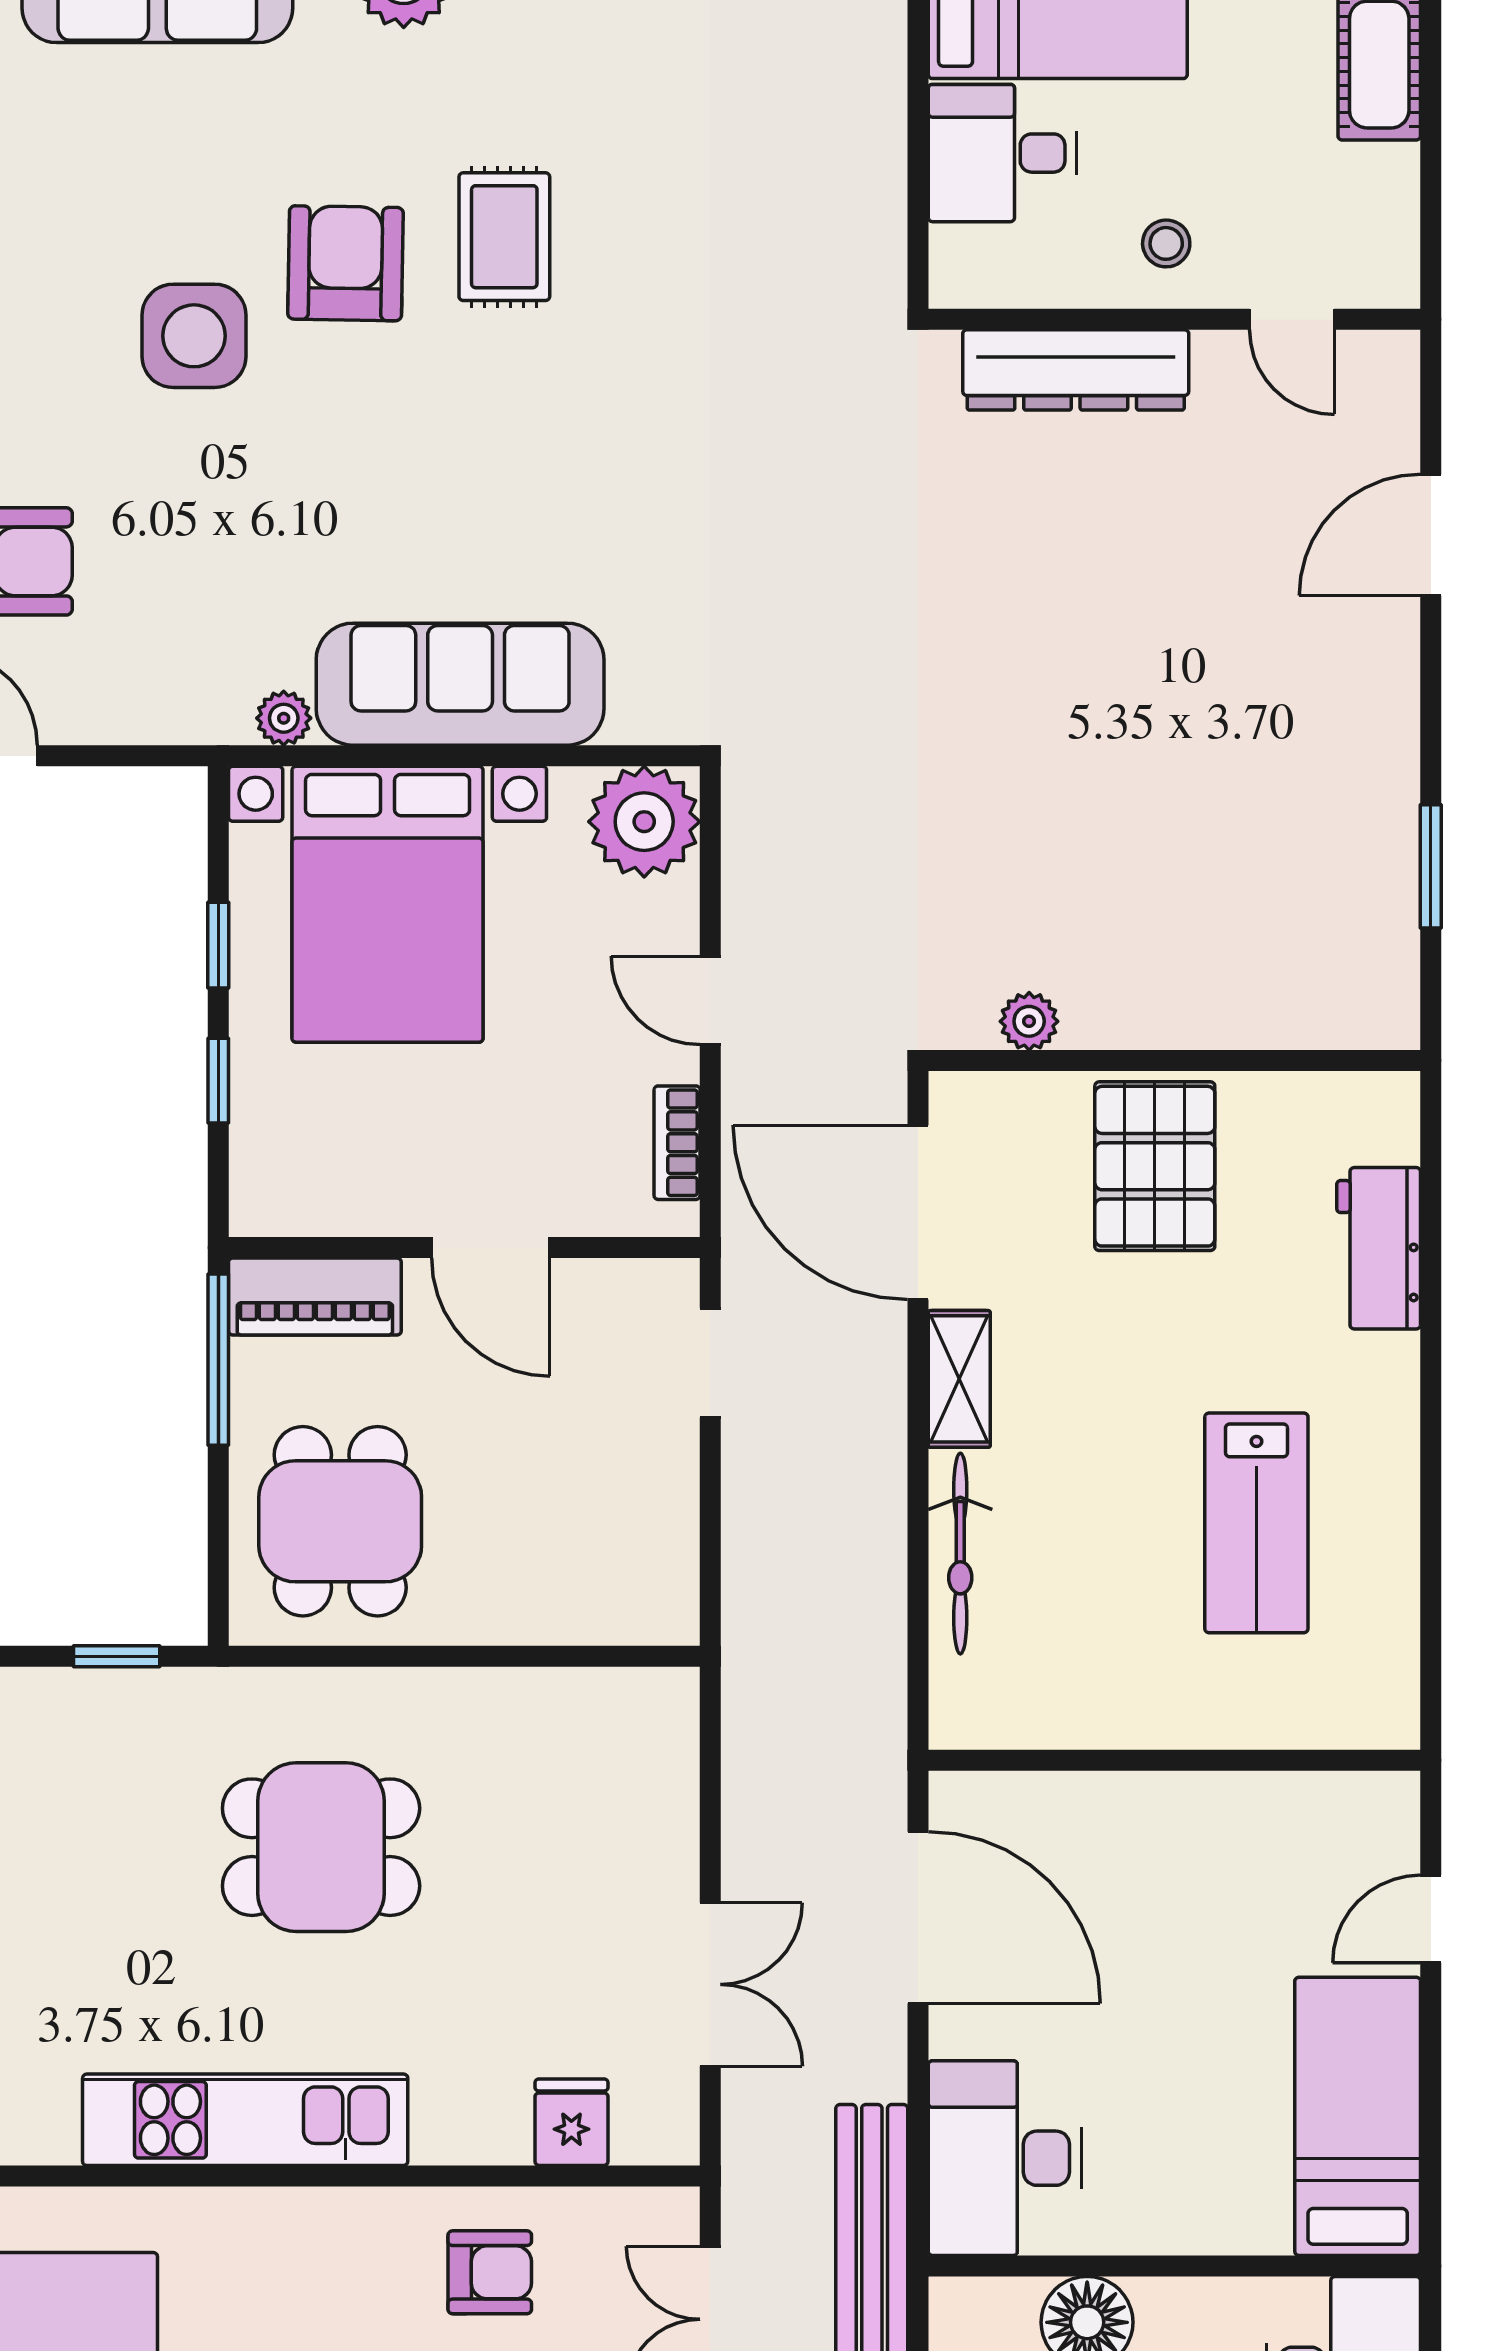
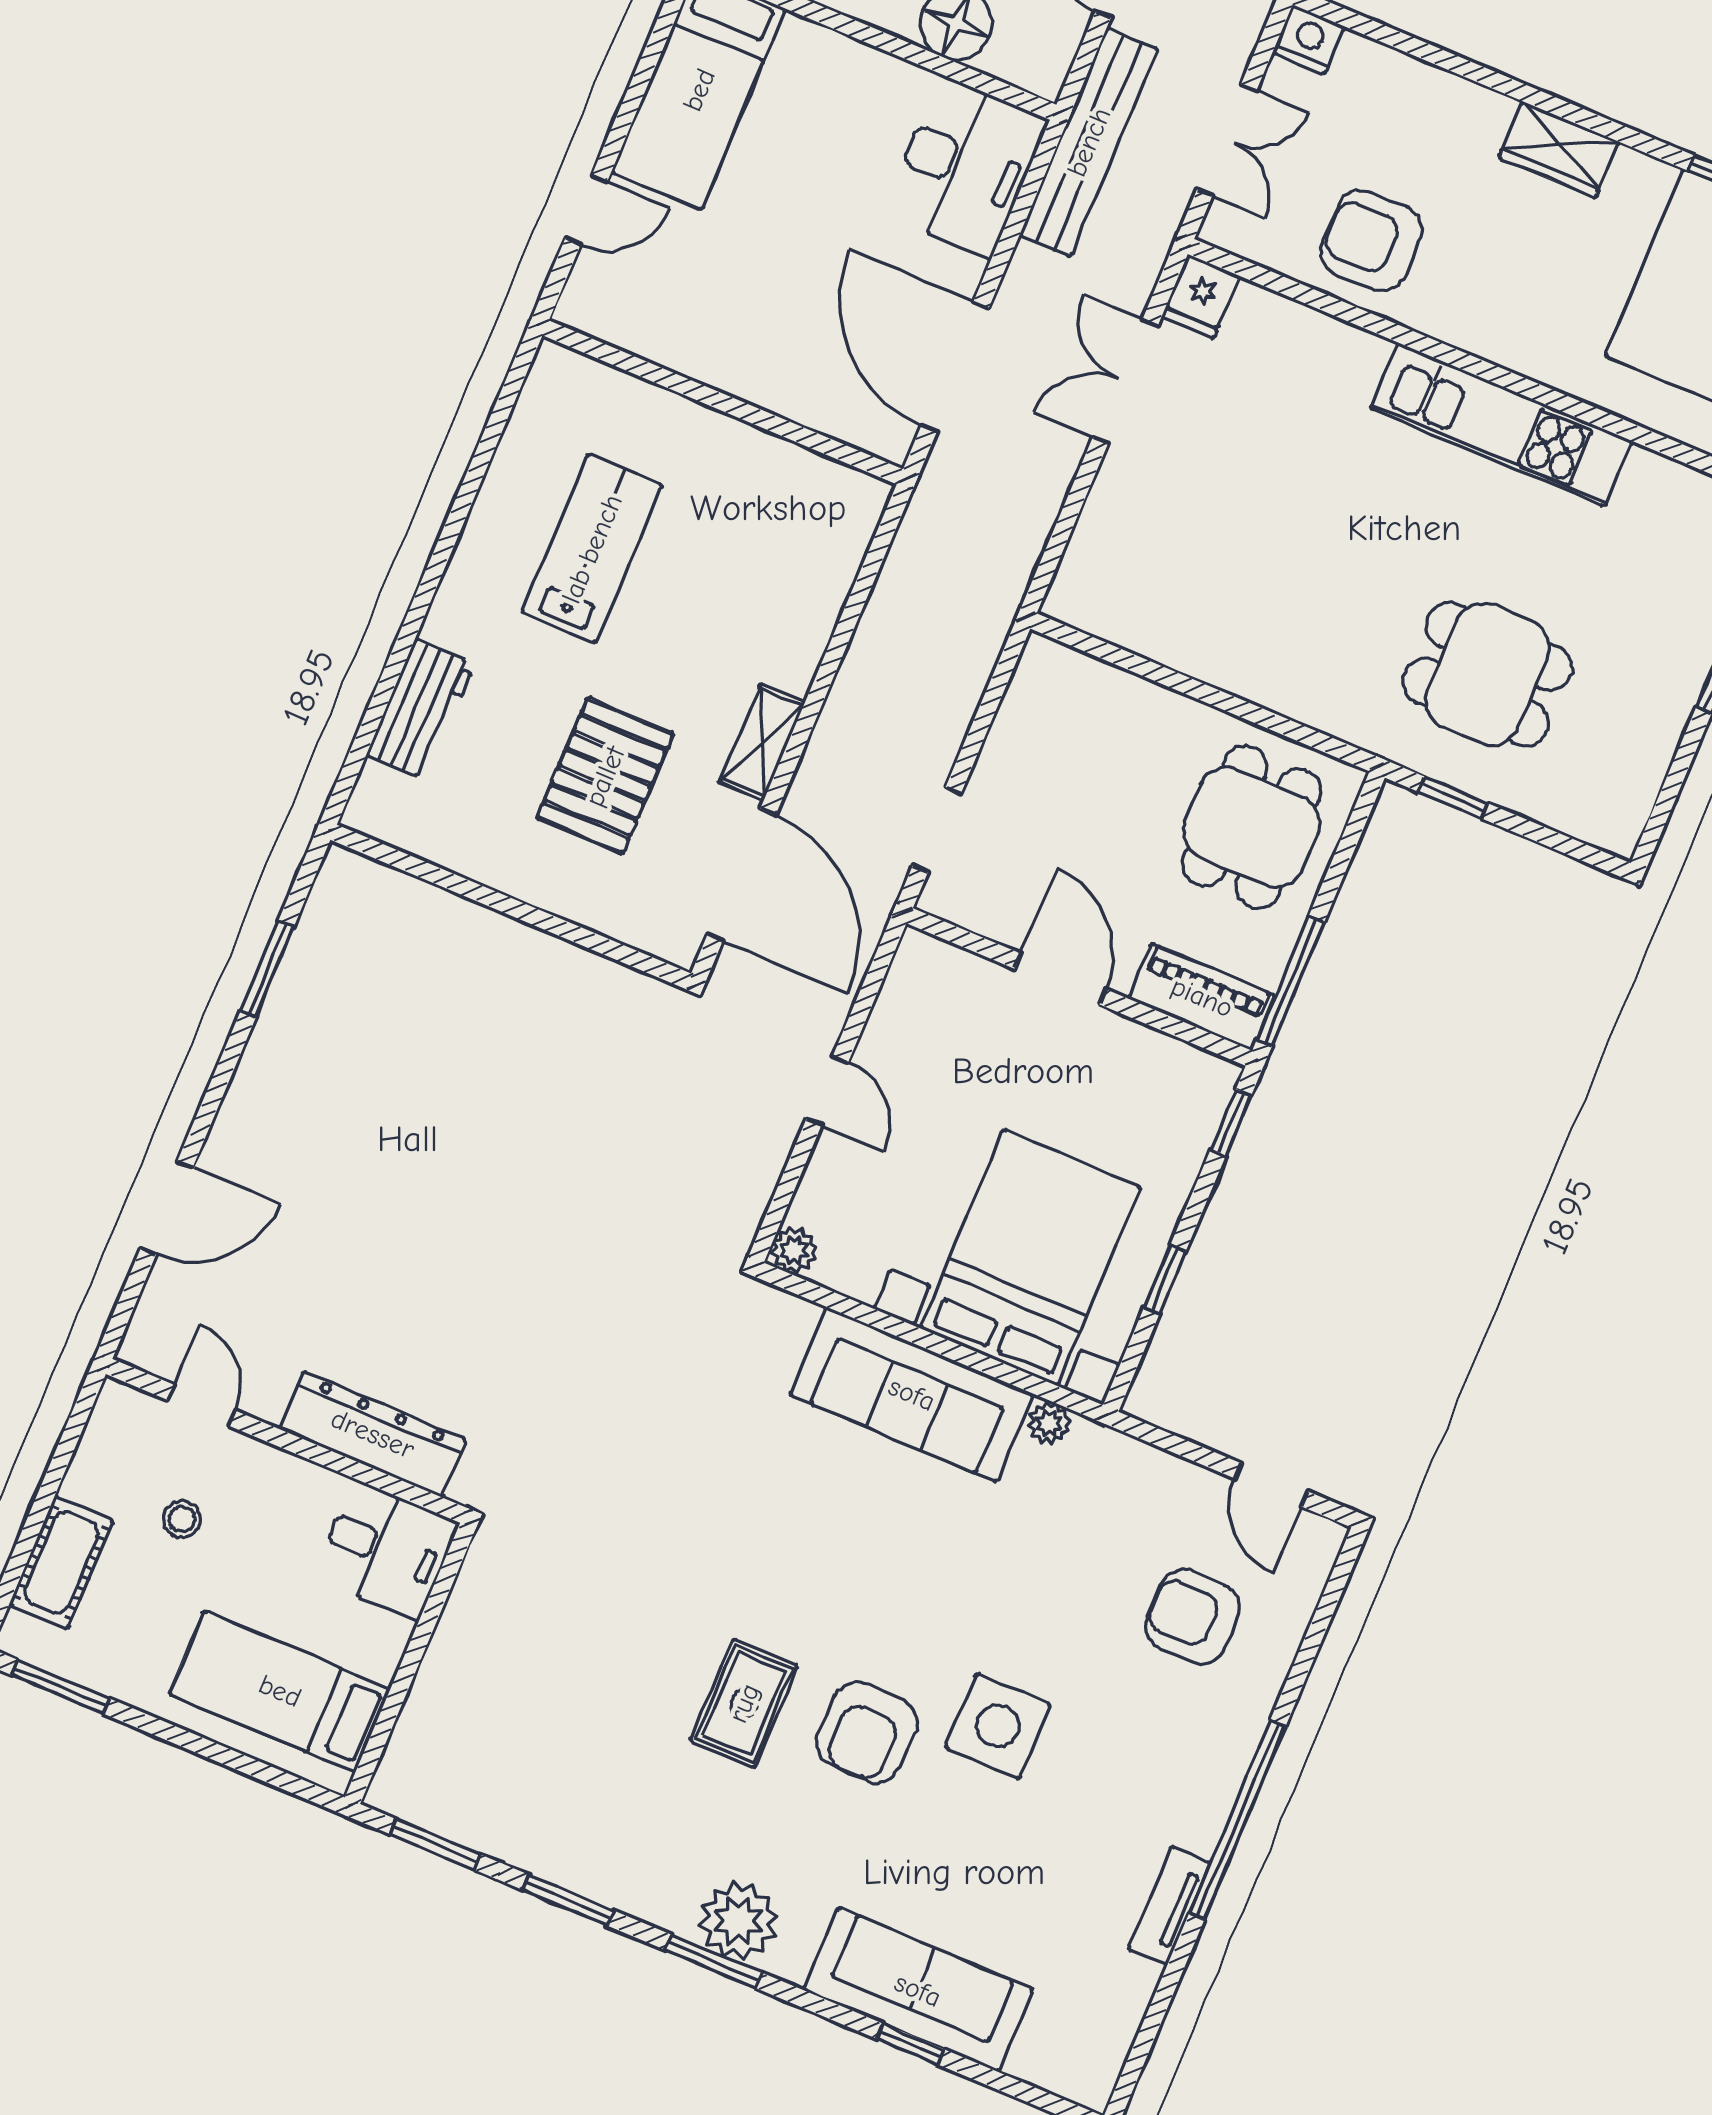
desk: (1003, 153) -> (386, 1550), moved
stool: (1166, 243) -> (182, 1519), moved
plant: (644, 822) -> (794, 1250), width x0.53, depth x0.53
plant: (1029, 1021) -> (604, 979), removed
window: (218, 1081) -> (1231, 1123), moved
bookcase: (677, 1143) -> (894, 998), removed
pallet: (1155, 1166) -> (605, 776), moved
bicycle: (960, 1554) -> (814, 616), removed
dining table: (321, 1847) -> (1487, 674), moved
fridge: (571, 2122) -> (1201, 296), moved
armchair: (490, 2272) -> (1371, 241), width x1.38, depth x1.38

